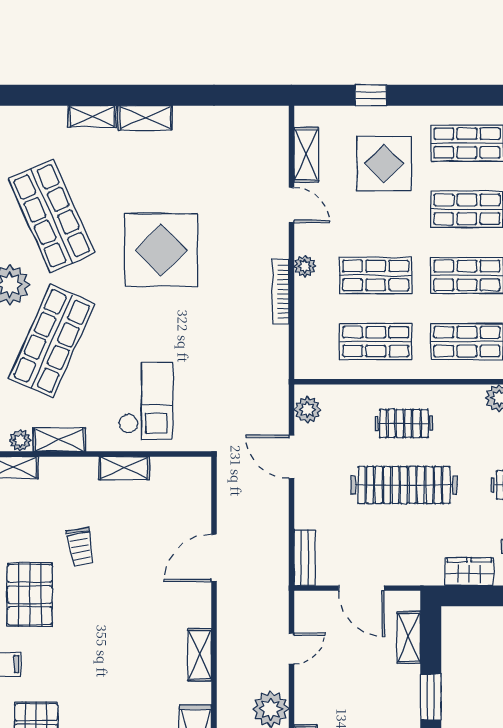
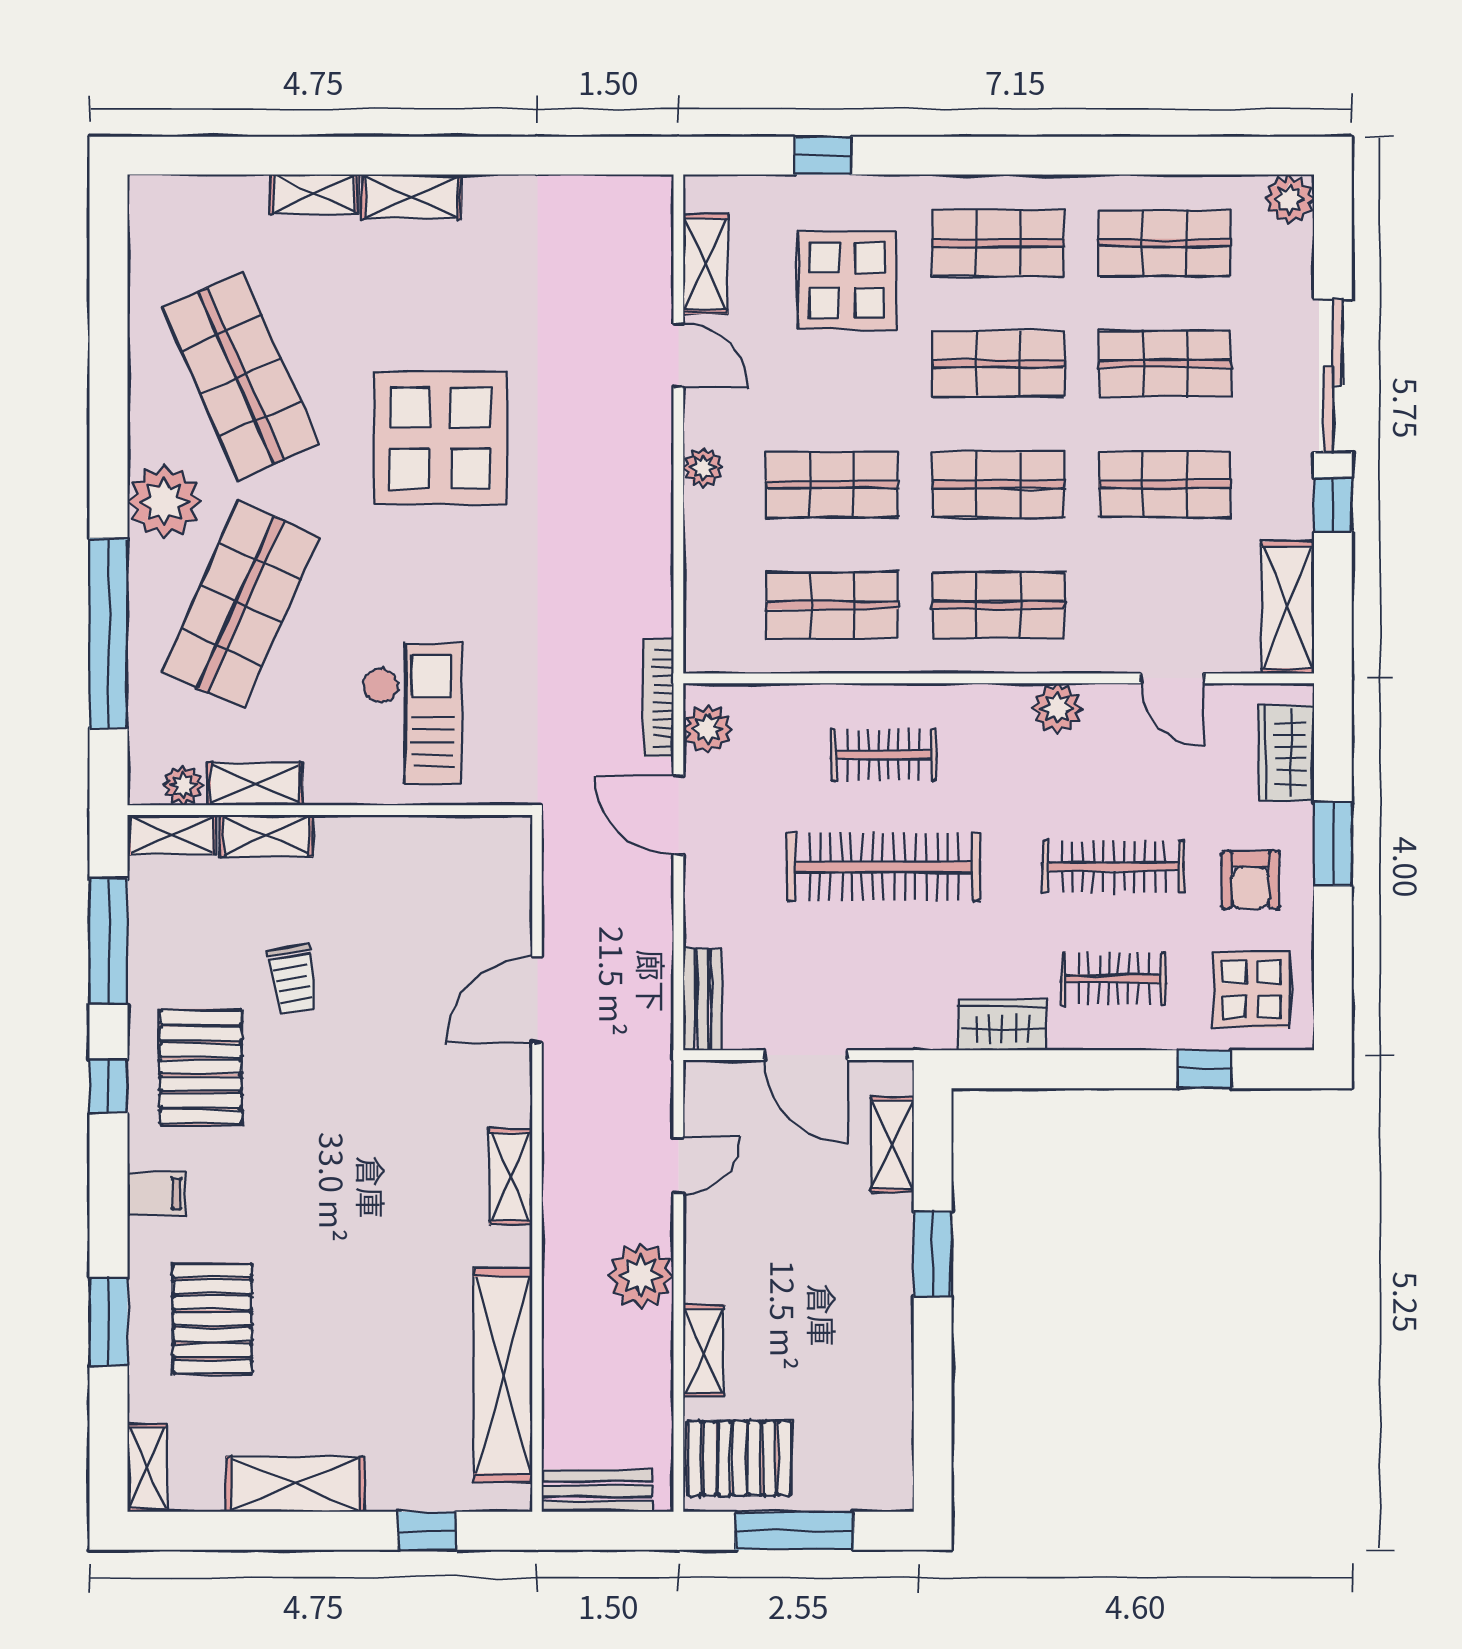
bookcase: (281, 292) -> (658, 698), moved
shelving: (124, 468) -> (266, 836), moved

